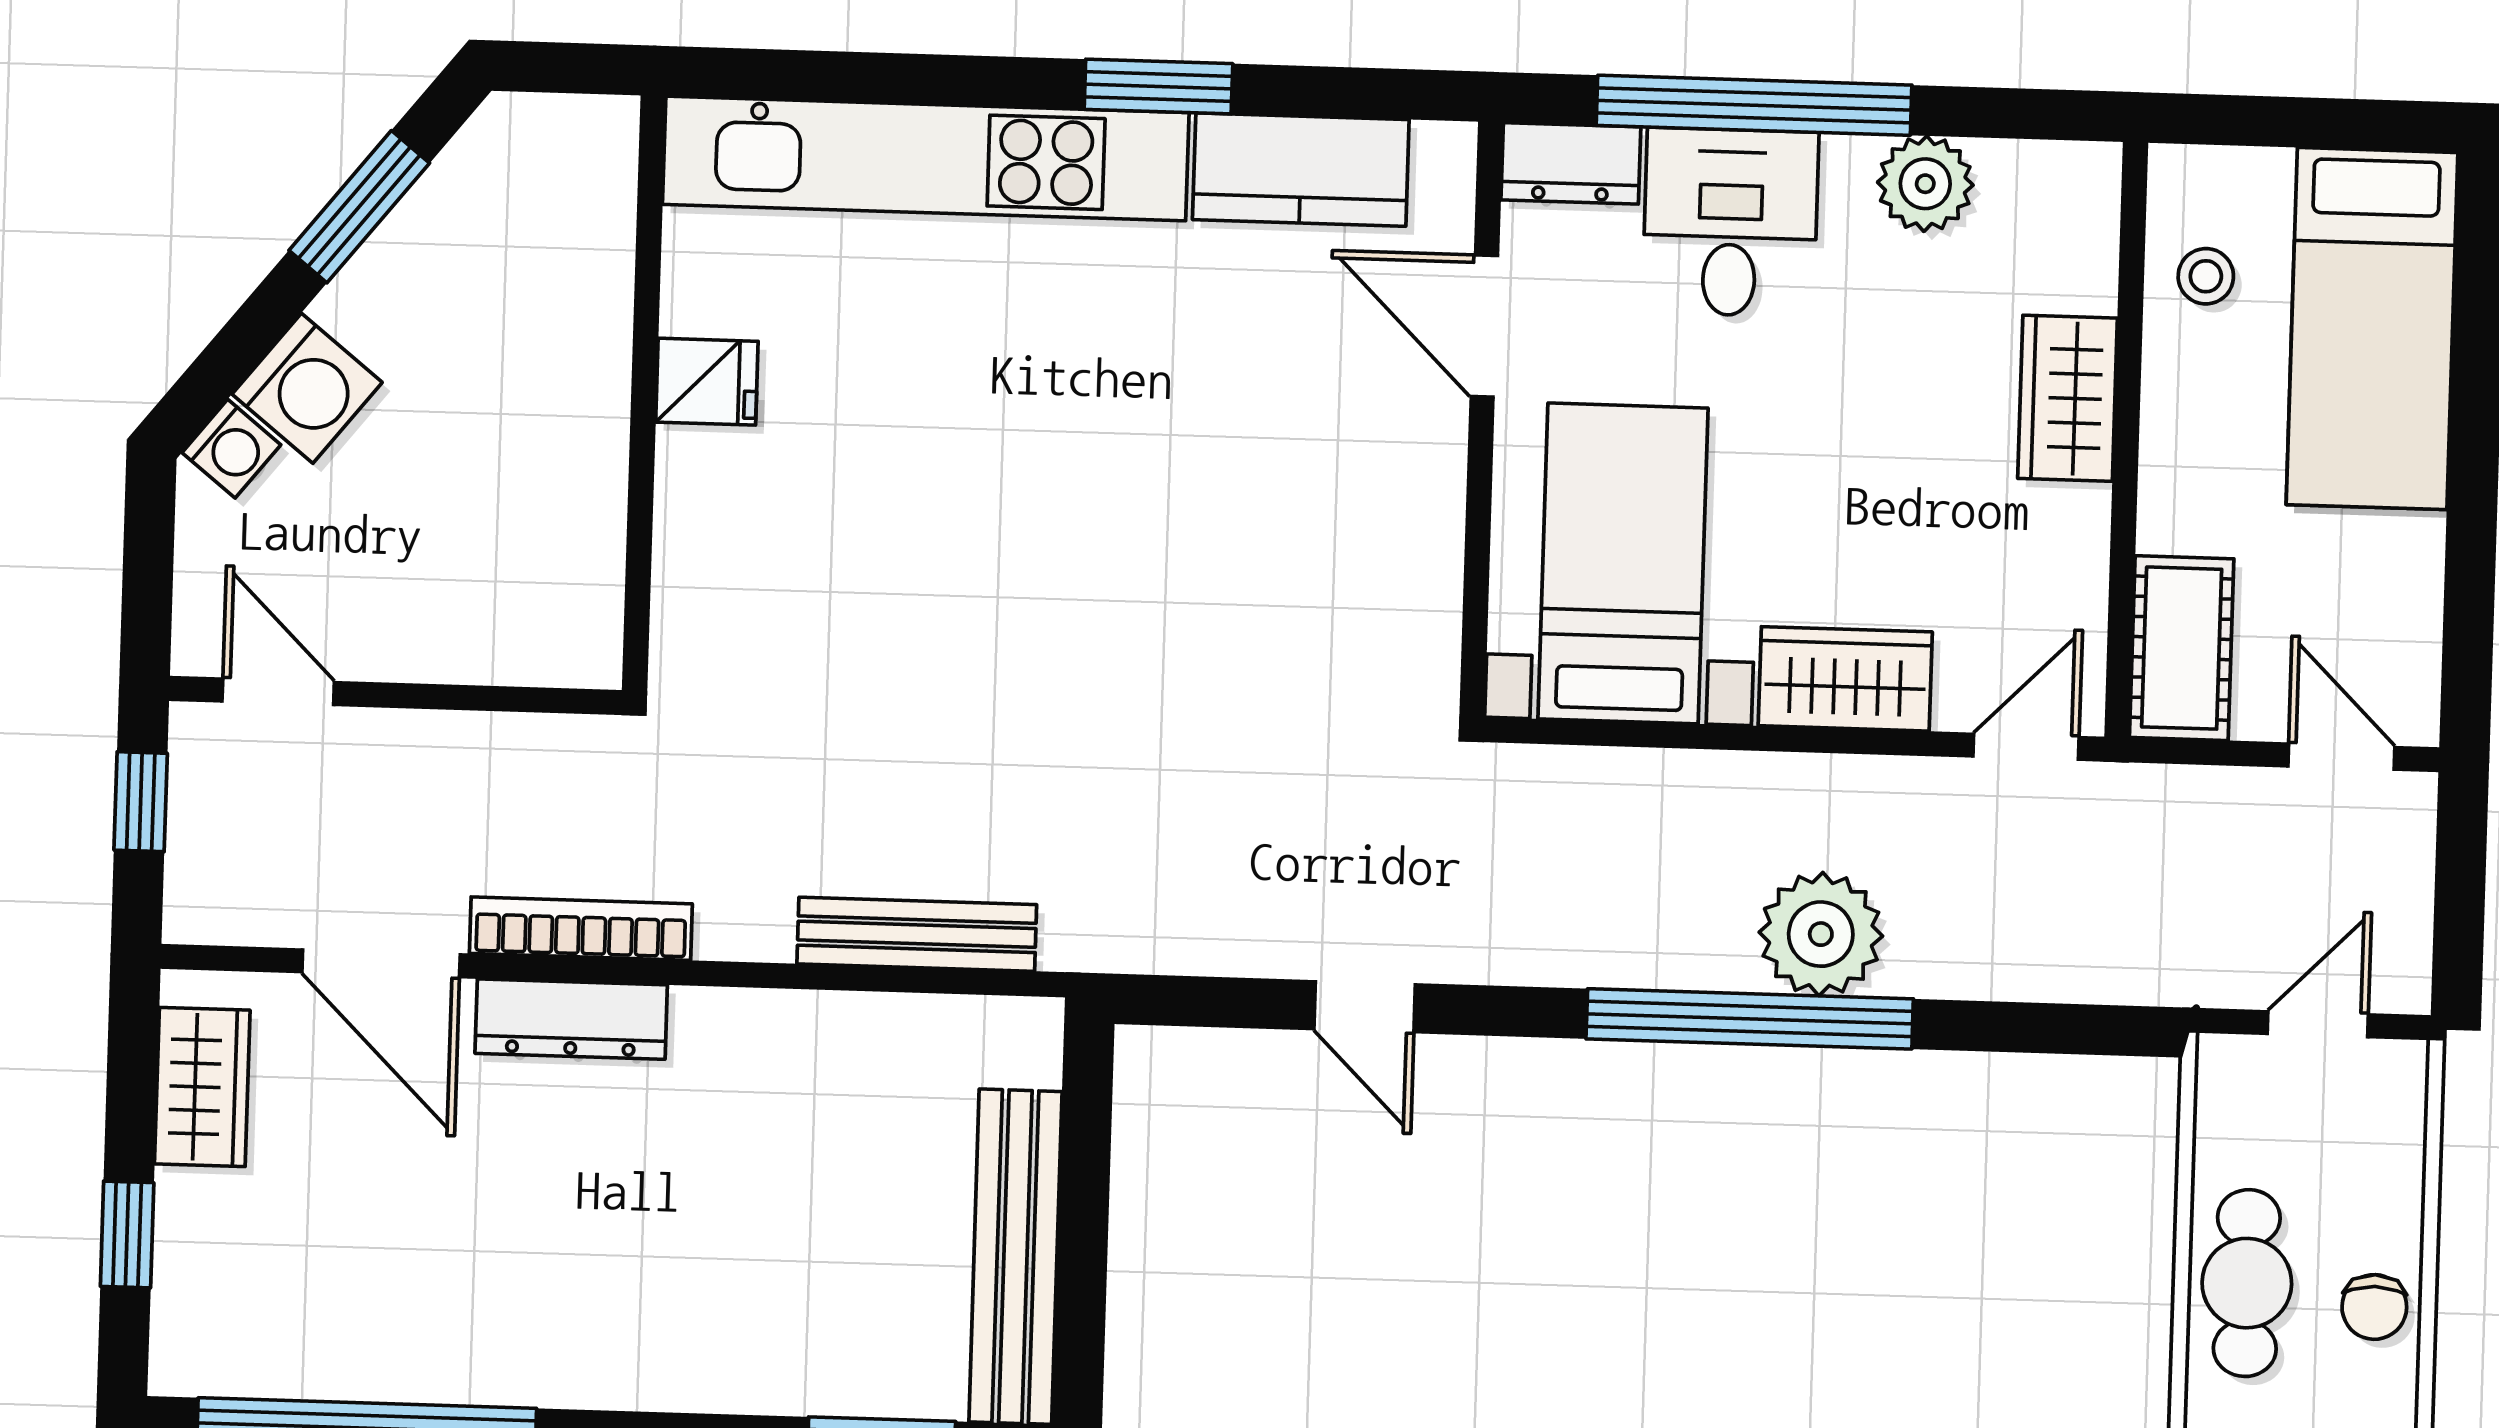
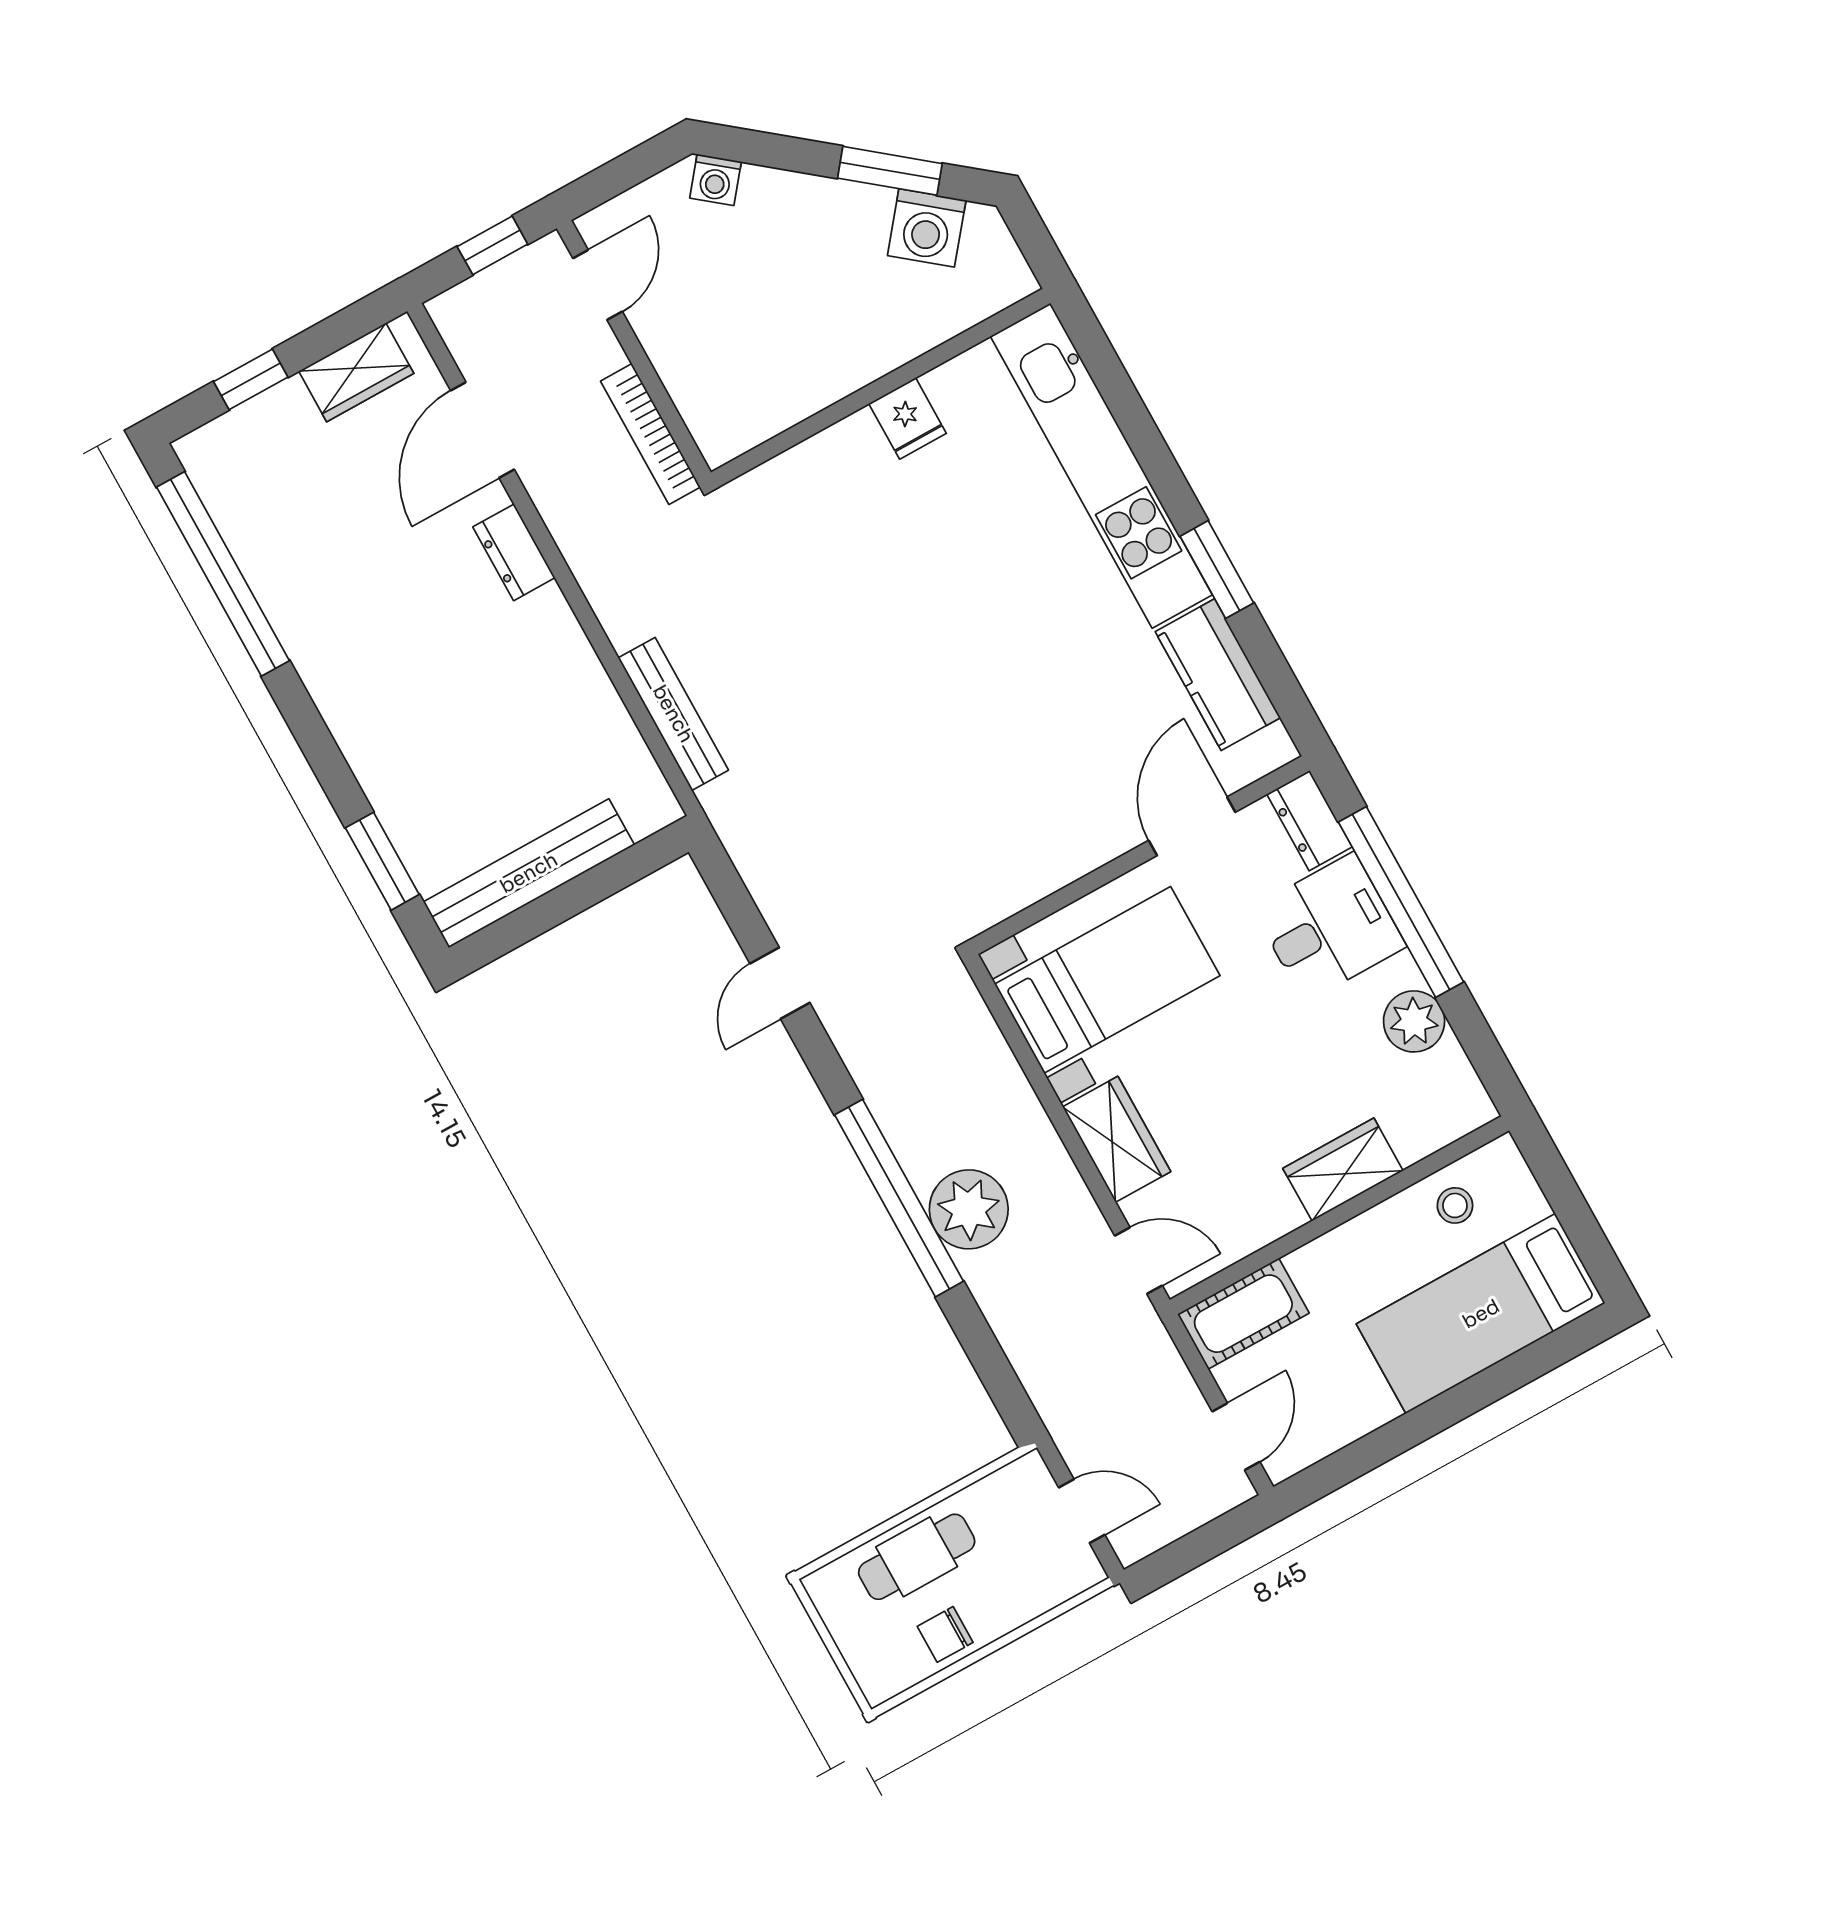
washing machine: (307, 388) -> (927, 228), moved
bookcase: (581, 929) -> (650, 434), moved, turned 180
dresser: (571, 1019) -> (514, 552), width x0.70

